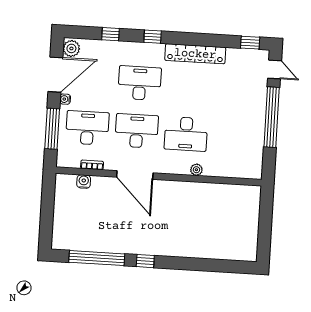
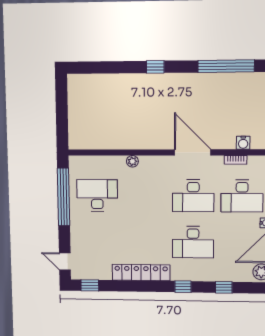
window: (272, 117) -> (64, 197), moved
desk: (186, 134) -> (97, 195), moved
window: (145, 261) -> (155, 67), moved

